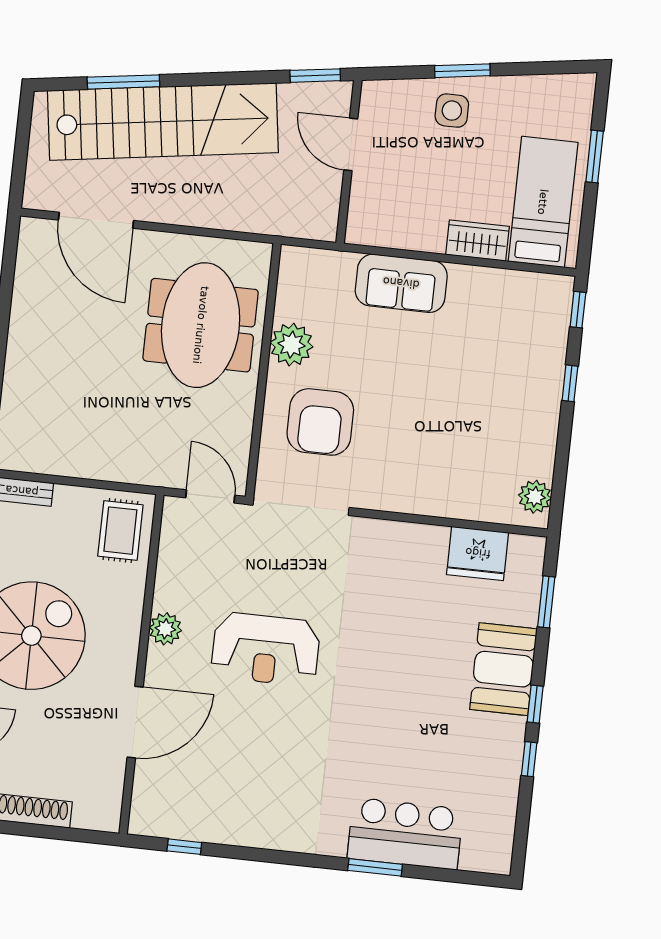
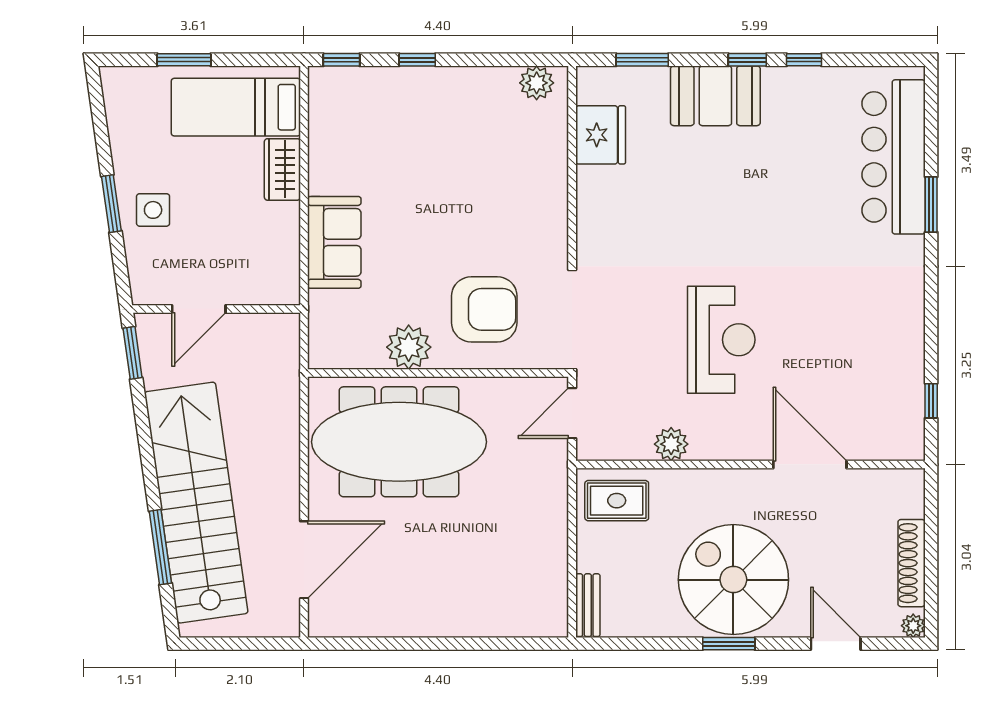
meeting table: (201, 325) -> (399, 442), width x1.36
plant: (165, 629) -> (671, 444), moved
bar counter: (405, 834) -> (894, 157), width x1.36

